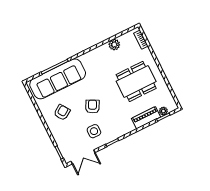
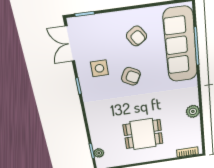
plant: (114, 45) -> (193, 111), moved
dining table: (136, 81) -> (143, 134), width x0.73
piano: (146, 118) -> (97, 133), removed

